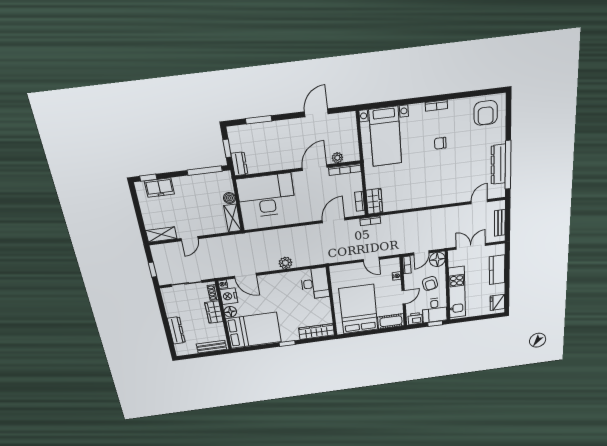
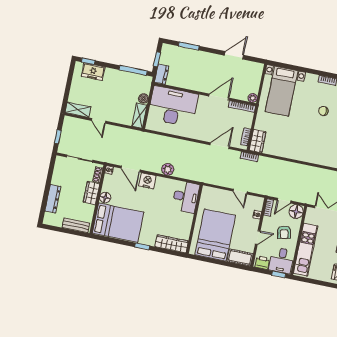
plant: (337, 158) -> (253, 98), moved
door: (190, 239) -> (99, 121), hinge flipped
nightstand: (229, 296) -> (147, 181), moved, turned 90

